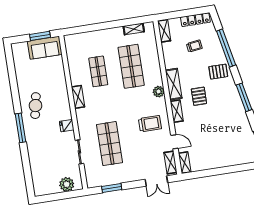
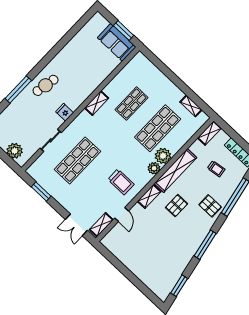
plant: (155, 78) -> (163, 156), added
shelving: (174, 84) -> (175, 171), width x1.47
cafe table: (35, 106) -> (46, 85), moved
window: (21, 128) -> (18, 89), moved
shelving: (185, 163) -> (110, 237), removed

